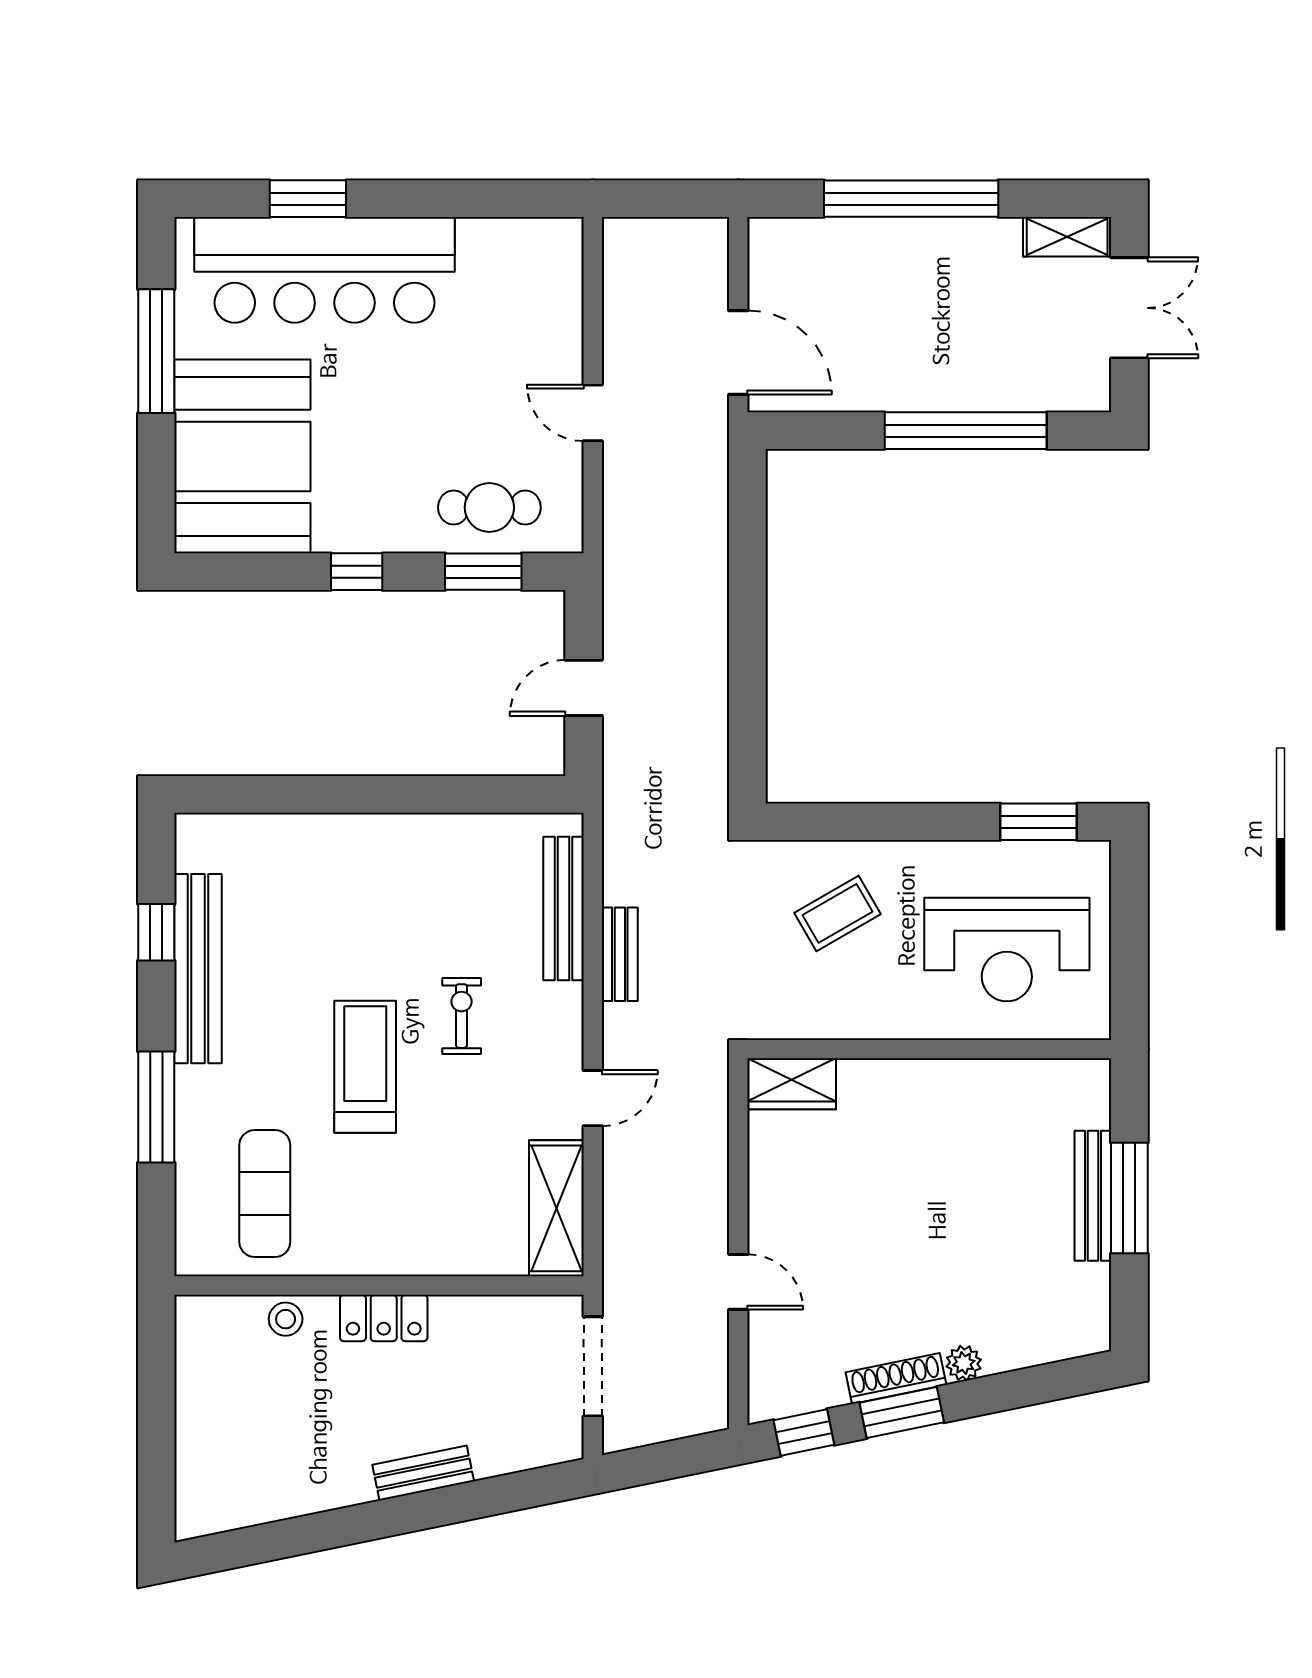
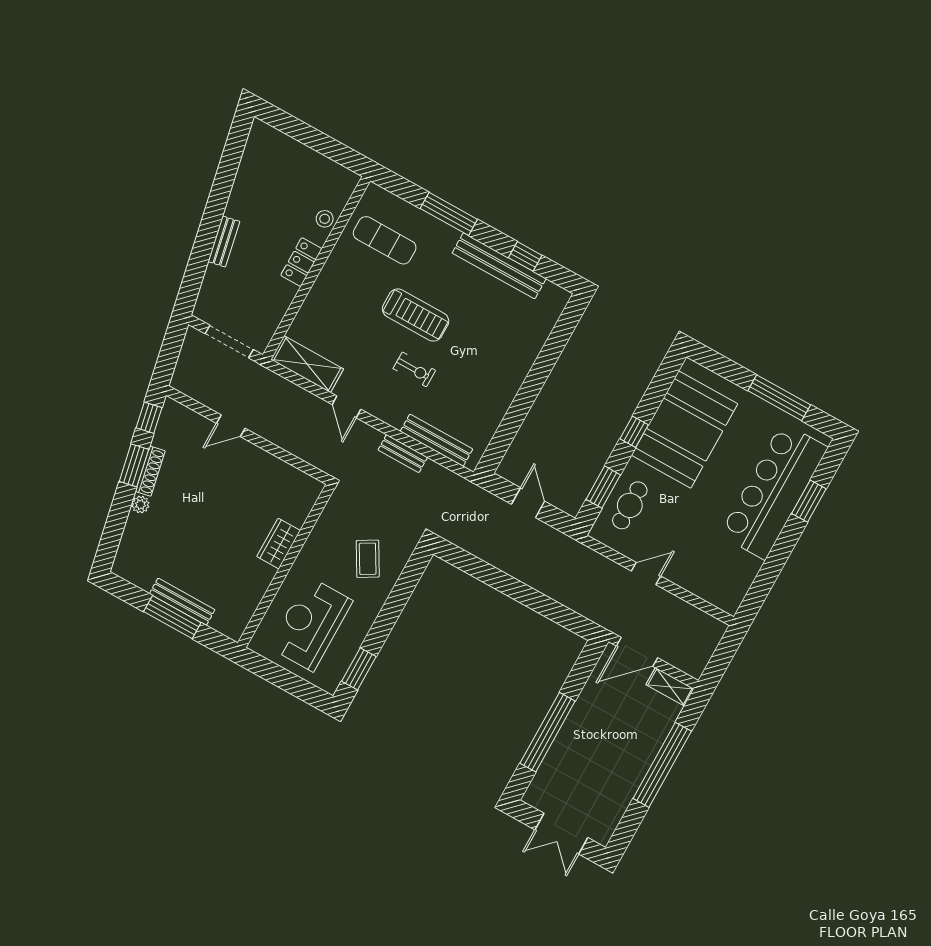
shelving: (1067, 237) -> (670, 687), moved, turned 90
booth: (242, 456) -> (685, 430), moved, turned 90
wardrobe: (792, 1084) -> (279, 544), moved

